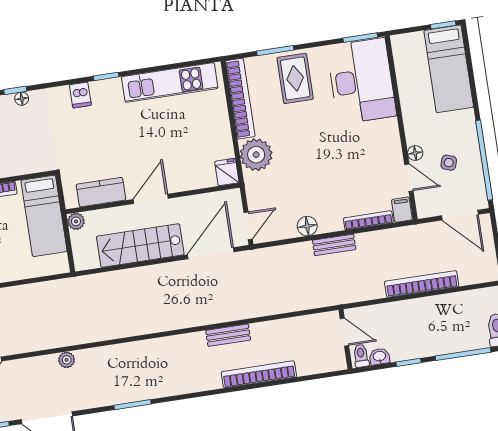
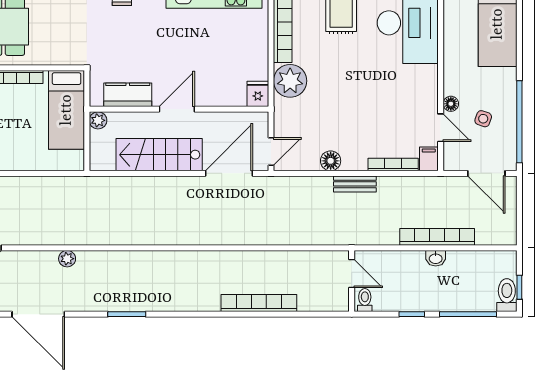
bench: (228, 335) -> (234, 259), removed
washbasin: (379, 357) -> (436, 258), moved, turned 180

